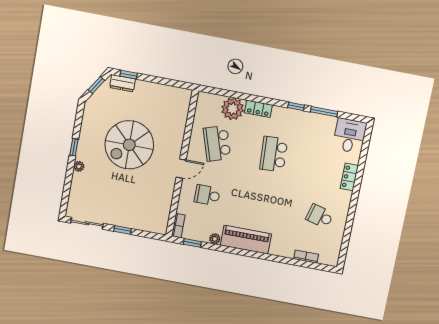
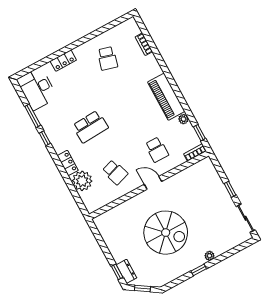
desk: (350, 136) -> (37, 89), width x1.37
school desk: (217, 143) -> (115, 172), width x0.54

